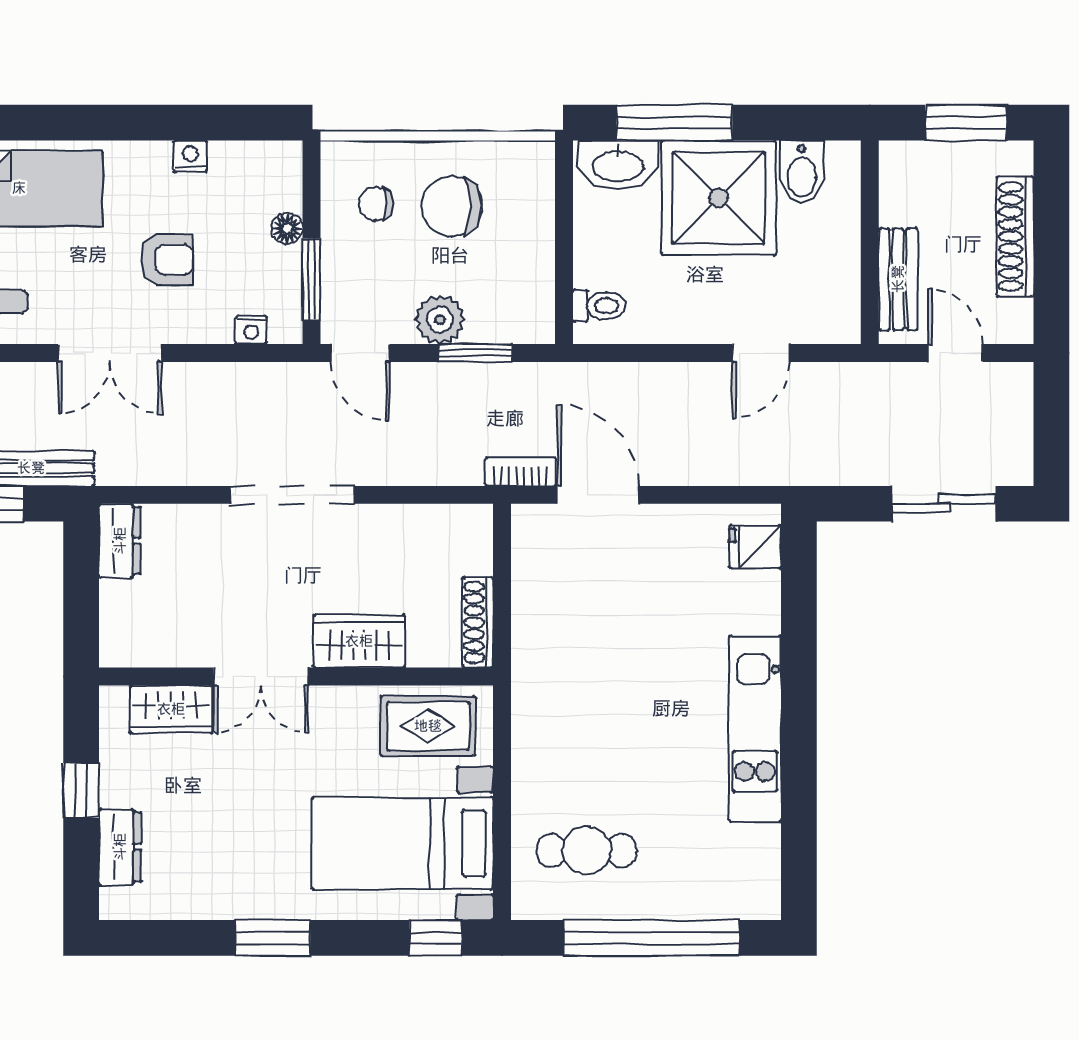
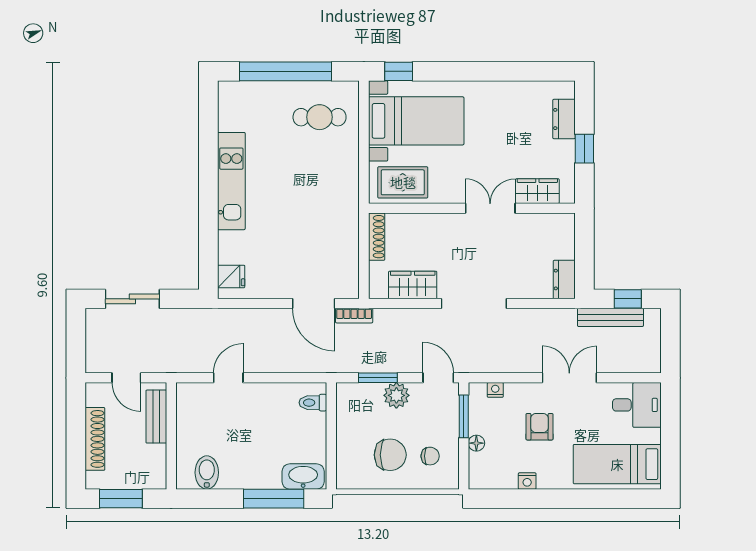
shower: (719, 198) -> (250, 459), removed
armchair: (167, 260) -> (539, 427), turned 90
wardrobe: (359, 641) -> (413, 285), moved, turned 180
window: (273, 938) -> (484, 71), removed

